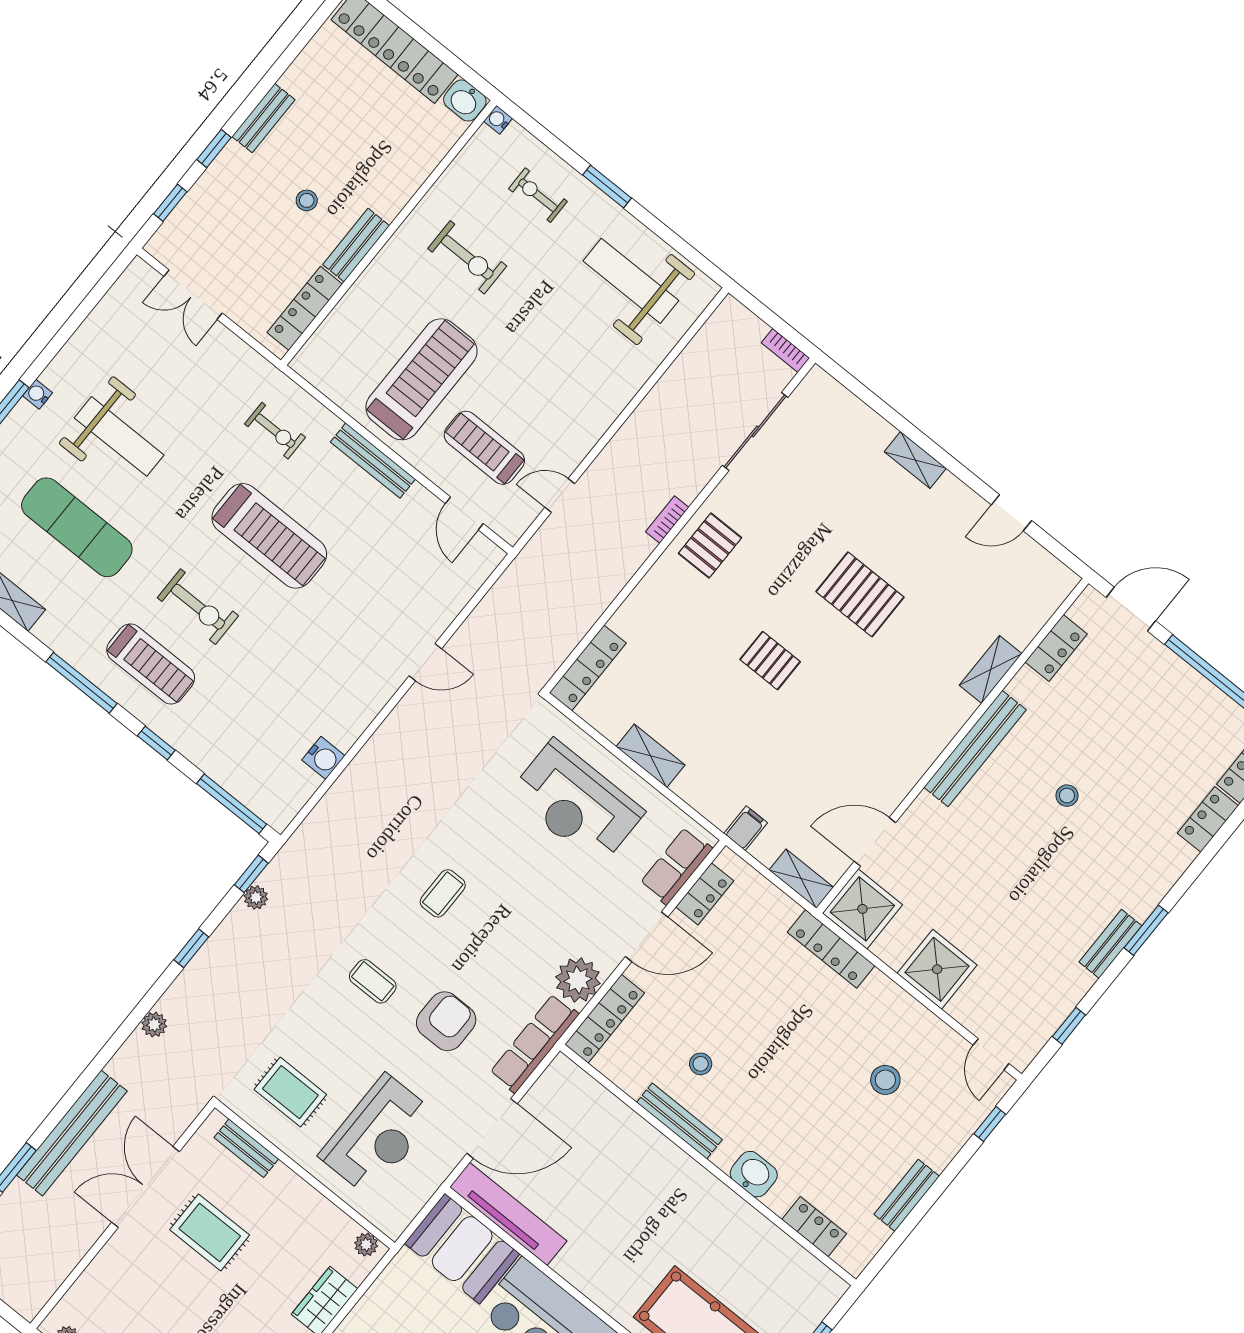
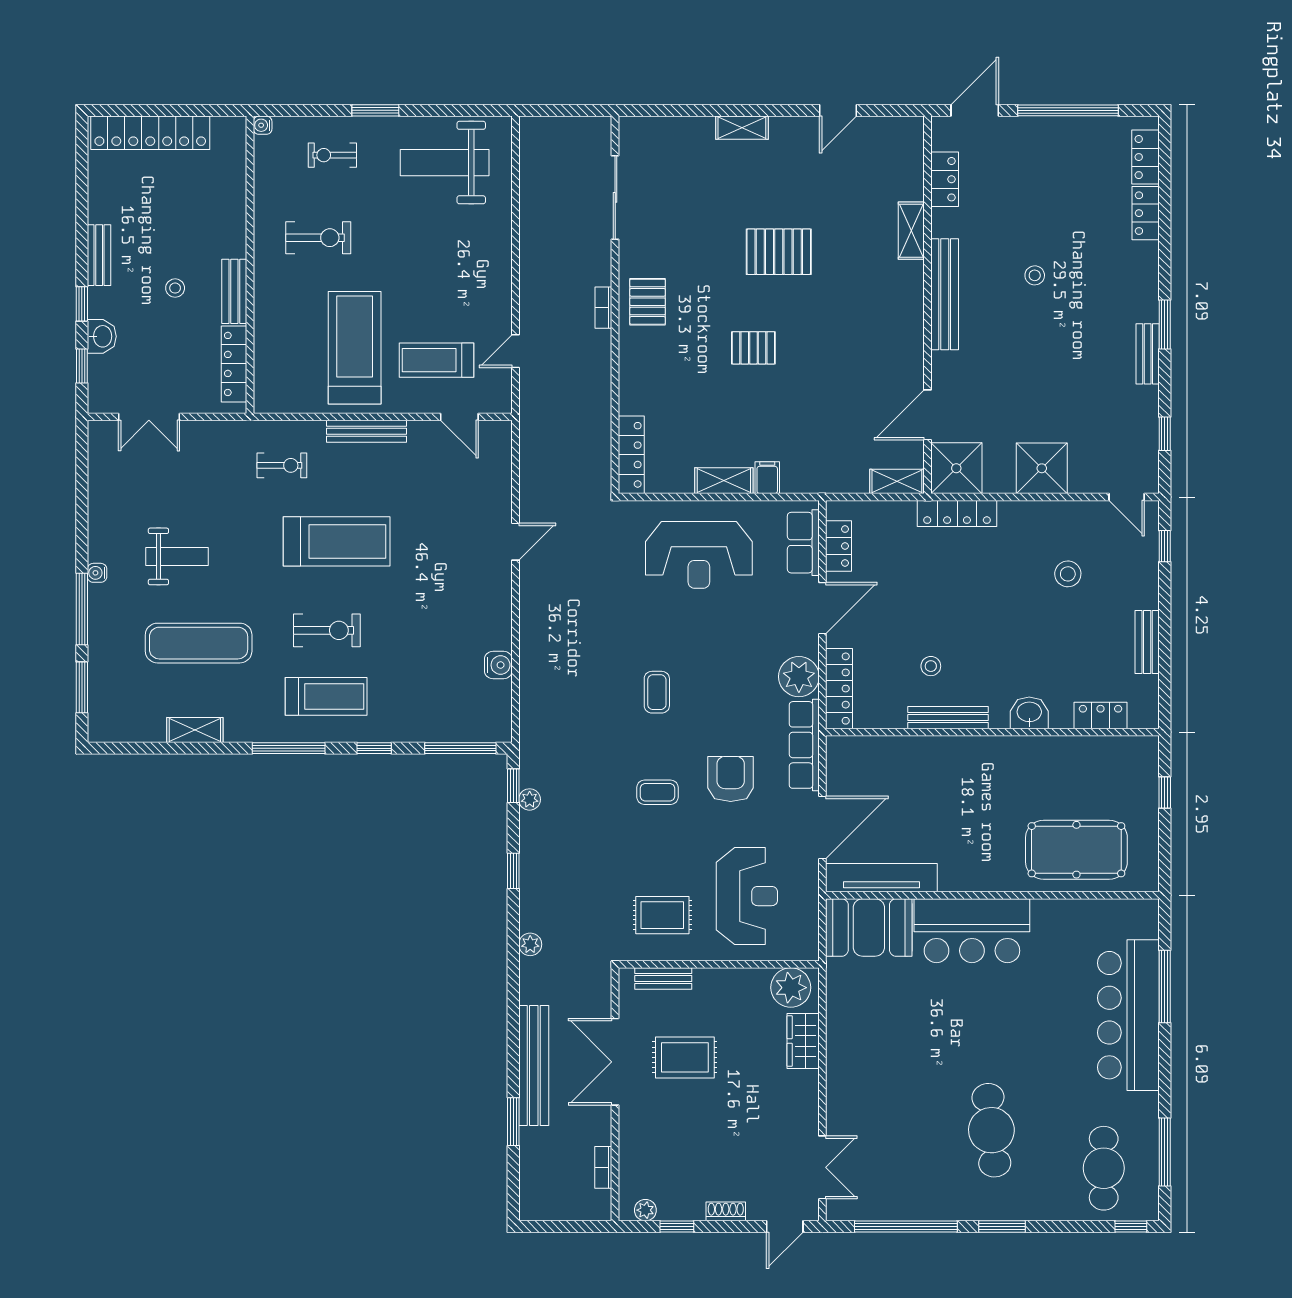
washbasin: (465, 100) -> (102, 336), moved, turned -90
bookcase: (785, 350) -> (603, 1167), moved, turned 90
weight bench: (119, 436) -> (177, 556), width x0.73, depth x0.75
filing cabinet: (746, 828) -> (767, 478), moved
plant: (366, 1245) -> (791, 988), width x1.88, depth x1.88

